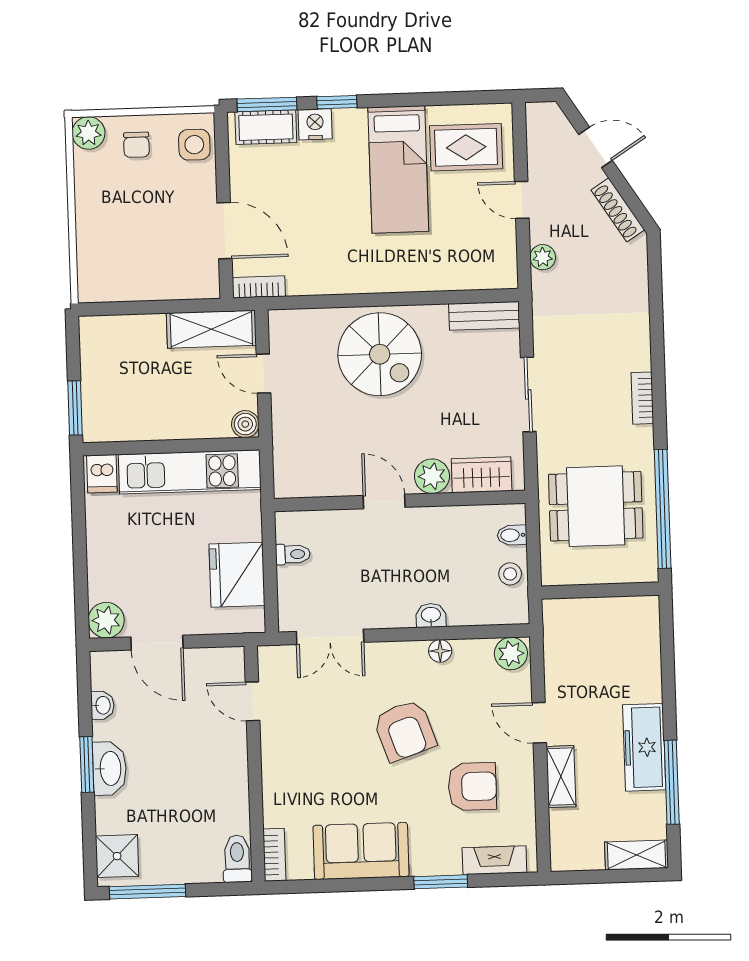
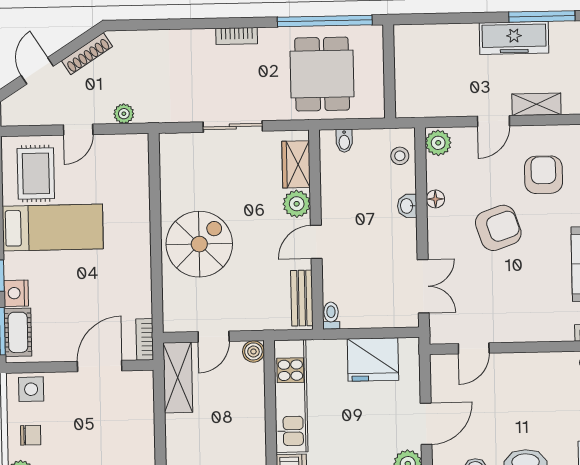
bench: (484, 316) -> (302, 298), moved
toilet: (293, 554) -> (331, 316), moved
stool: (510, 574) -> (400, 156), moved

